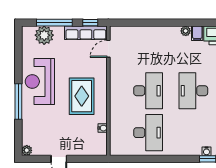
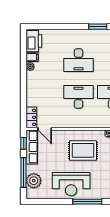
locker: (123, 32) -> (31, 117), added

